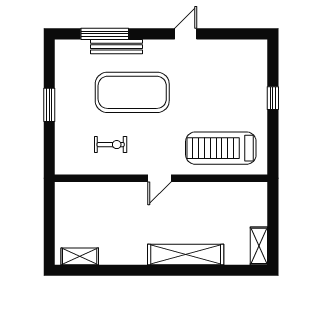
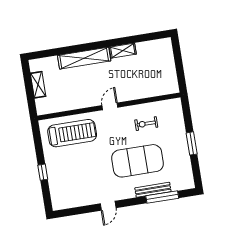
shelving: (259, 246) -> (38, 85), moved
shelving: (80, 256) -> (123, 51), moved

